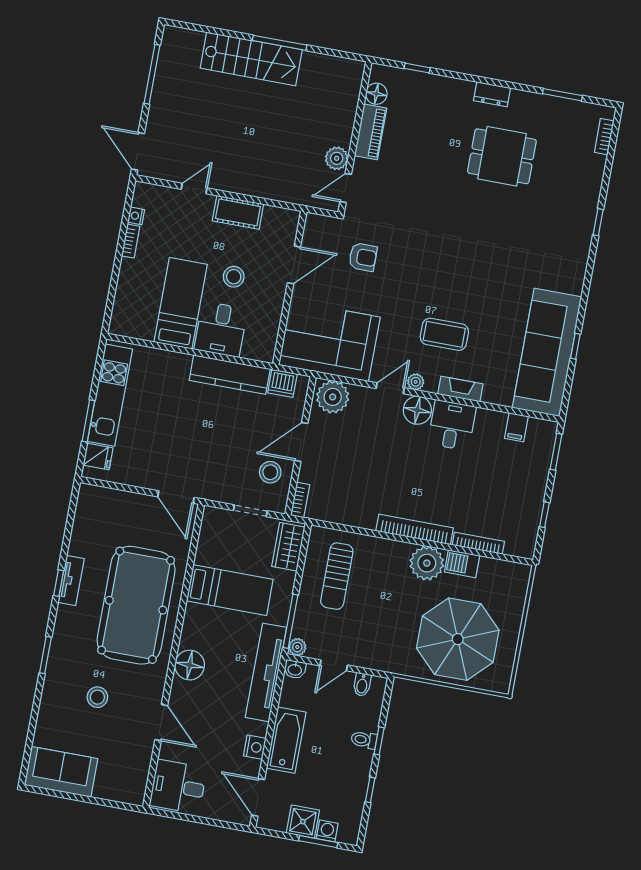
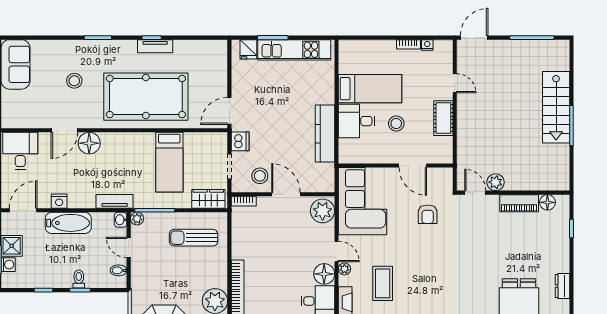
dishwasher: (282, 383) -> (240, 141), moved, turned 180
floor lamp: (190, 665) -> (89, 143), moved
tv unit: (266, 672) -> (115, 201), width x0.52, depth x0.78

